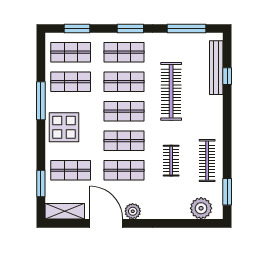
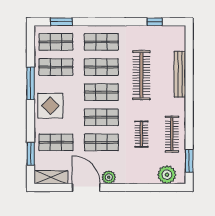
window: (130, 29) -> (107, 22), removed
window: (186, 29) -> (154, 22), width x0.46
bench: (216, 68) -> (180, 74), moved
window: (227, 76) -> (189, 62), removed

